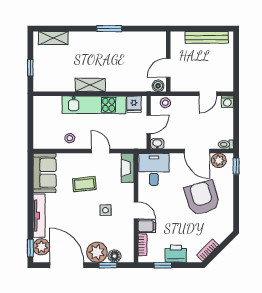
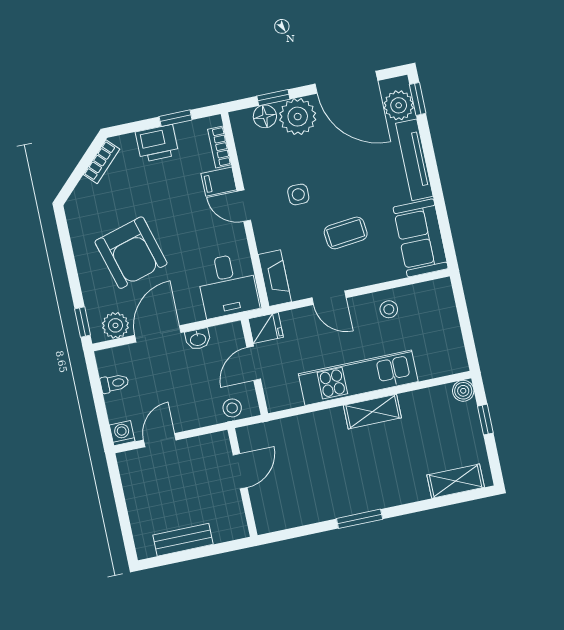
bench: (207, 37) -> (183, 540), width x0.73
boiler: (158, 86) -> (463, 391), moved
fridge: (134, 104) -> (266, 328), moved, turned 90
washbasin: (157, 144) -> (198, 339), moved
toilet: (226, 144) -> (115, 383), moved
door: (197, 151) -> (158, 334), hinge flipped

